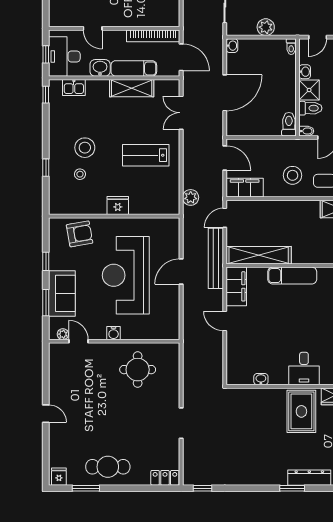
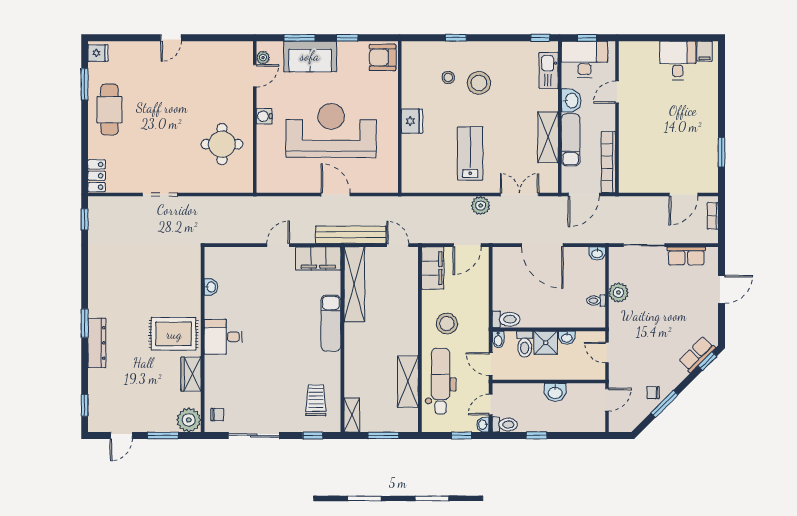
toilet: (291, 47) -> (596, 301), moved
kitchen sink: (74, 87) -> (549, 70), width x1.38
plant: (191, 197) -> (481, 205), moved
armchair: (80, 234) -> (383, 57), moved, turned 100

